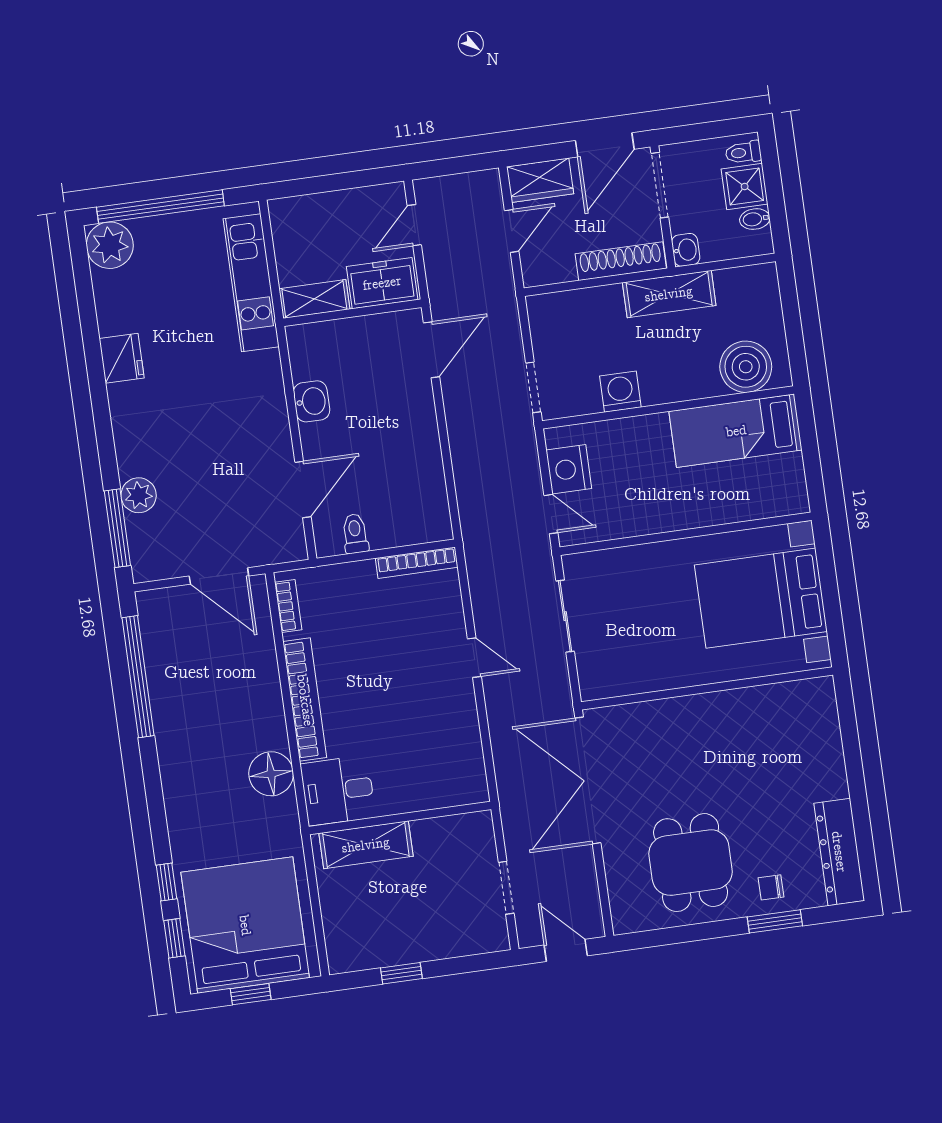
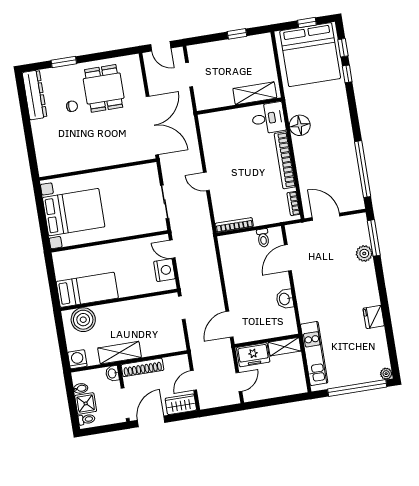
plant: (110, 245) -> (386, 374), width x0.53, depth x0.53
washing machine: (620, 392) -> (77, 359), moved, turned 180
chair: (771, 887) -> (72, 106), moved

